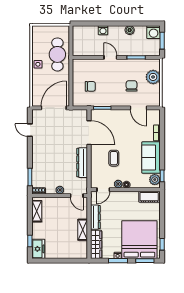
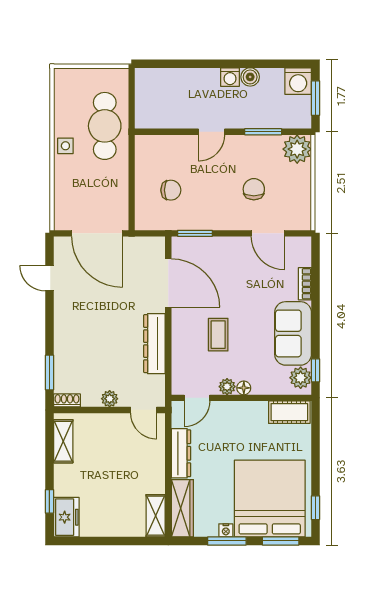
washing machine: (103, 30) -> (230, 77), moved
door: (110, 57) -> (212, 132), swing flipped
plant: (153, 77) -> (297, 149), moved
door: (54, 108) -> (97, 233), swing flipped
shelving: (83, 230) -> (156, 516), moved

